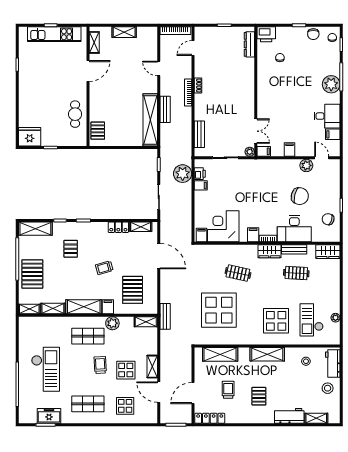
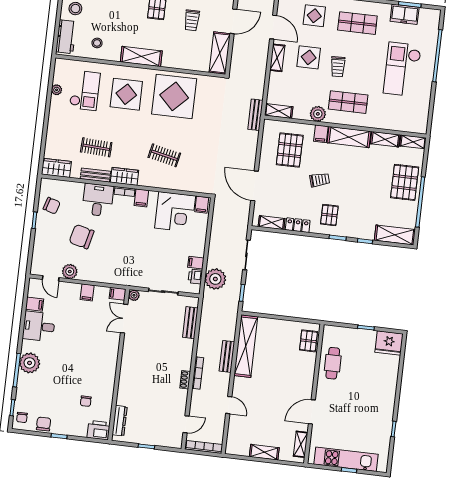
desk: (294, 229) -> (98, 200), width x0.73
pallet: (71, 249) -> (329, 215), moved
display table: (219, 310) -> (174, 96), moved
shelving: (220, 354) -> (220, 53), moved, turned 90

